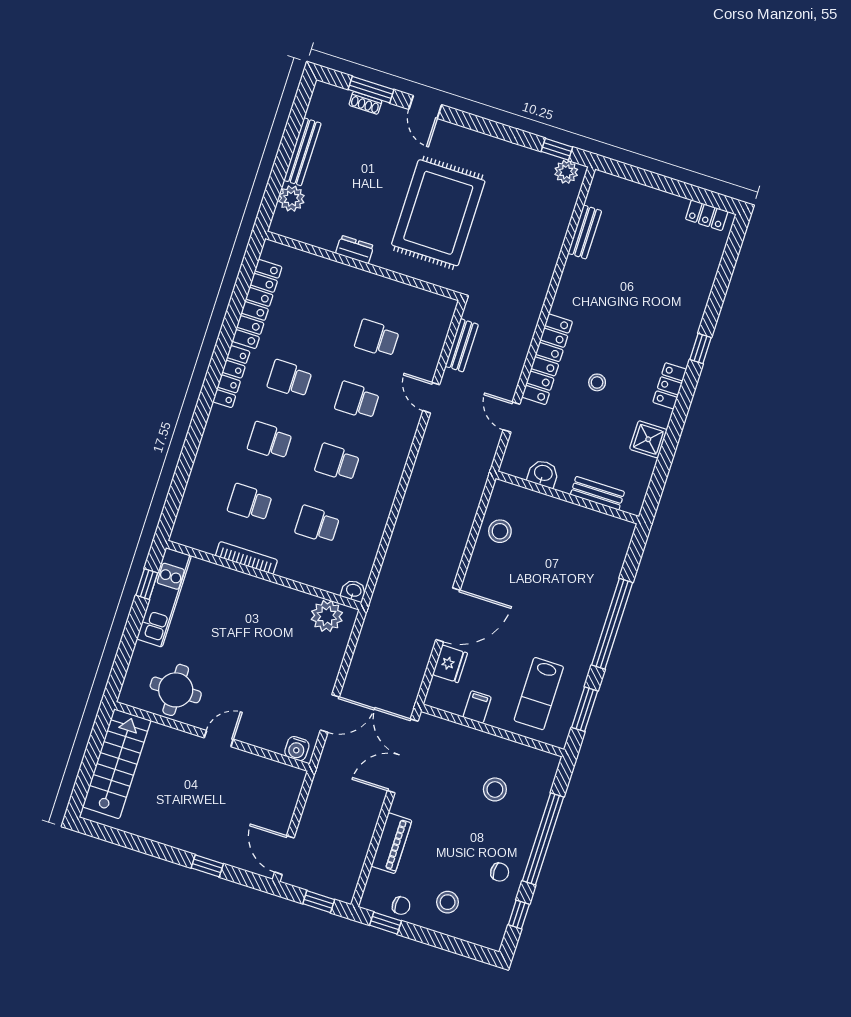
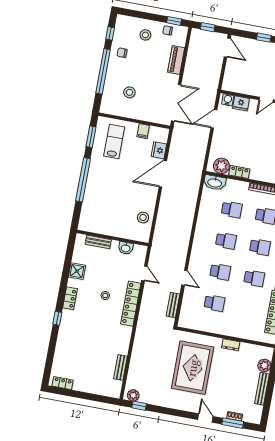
washbasin: (354, 591) -> (215, 183), width x1.91, depth x1.45
locker: (292, 599) -> (239, 172), added
fridge: (271, 738) -> (241, 103), added

